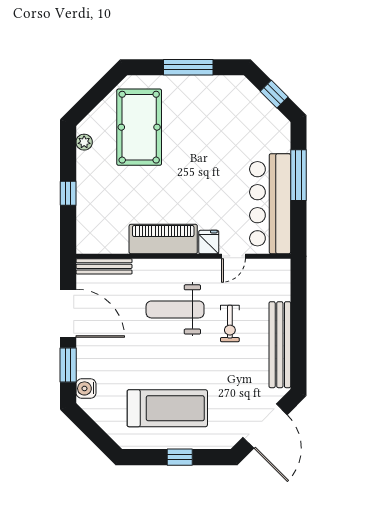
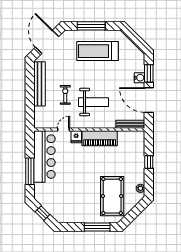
window: (188, 67) -> (97, 227), moved
water cooler: (86, 388) -> (139, 78), moved
window: (180, 457) -> (91, 26), width x2.17

